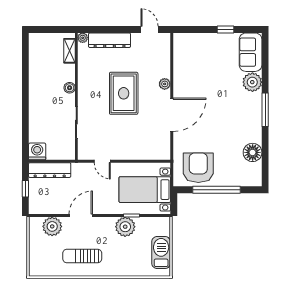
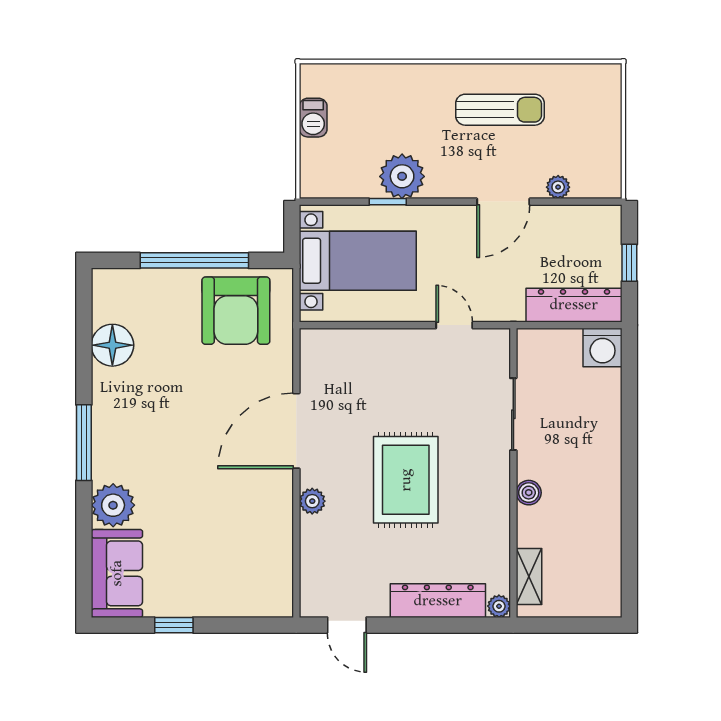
plant: (52, 226) -> (558, 187), width x0.53, depth x0.53
barbecue: (161, 253) -> (313, 118), width x0.53, depth x0.65

